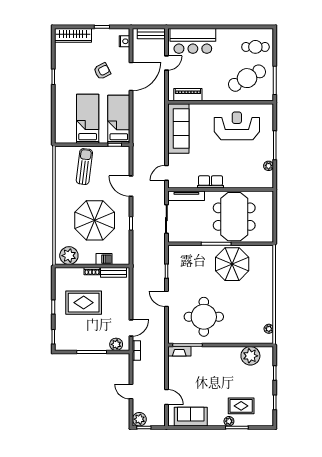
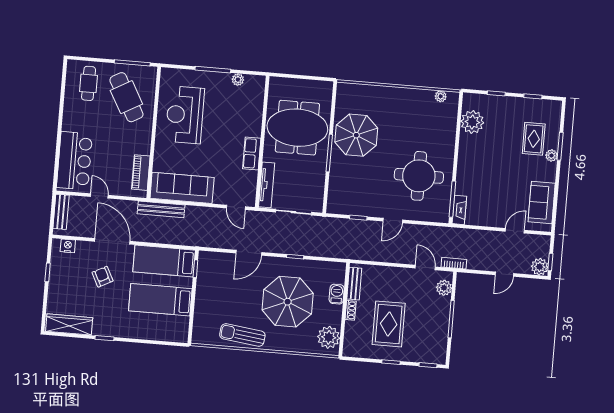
wardrobe: (73, 35) -> (69, 324), moved, turned -90
bench: (160, 113) -> (161, 209), added
sun lounger: (84, 167) -> (242, 335), moved

